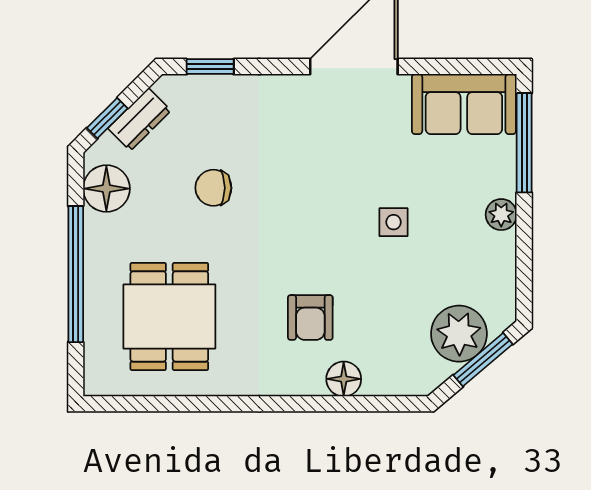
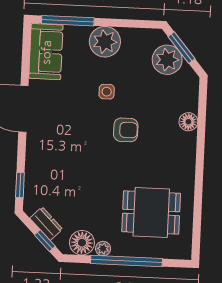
chair: (213, 188) -> (84, 186), removed
plant: (501, 215) -> (105, 42), width x1.87, depth x1.87
plant: (97, 229) -> (103, 249), added
armchair: (310, 318) -> (126, 130), moved

